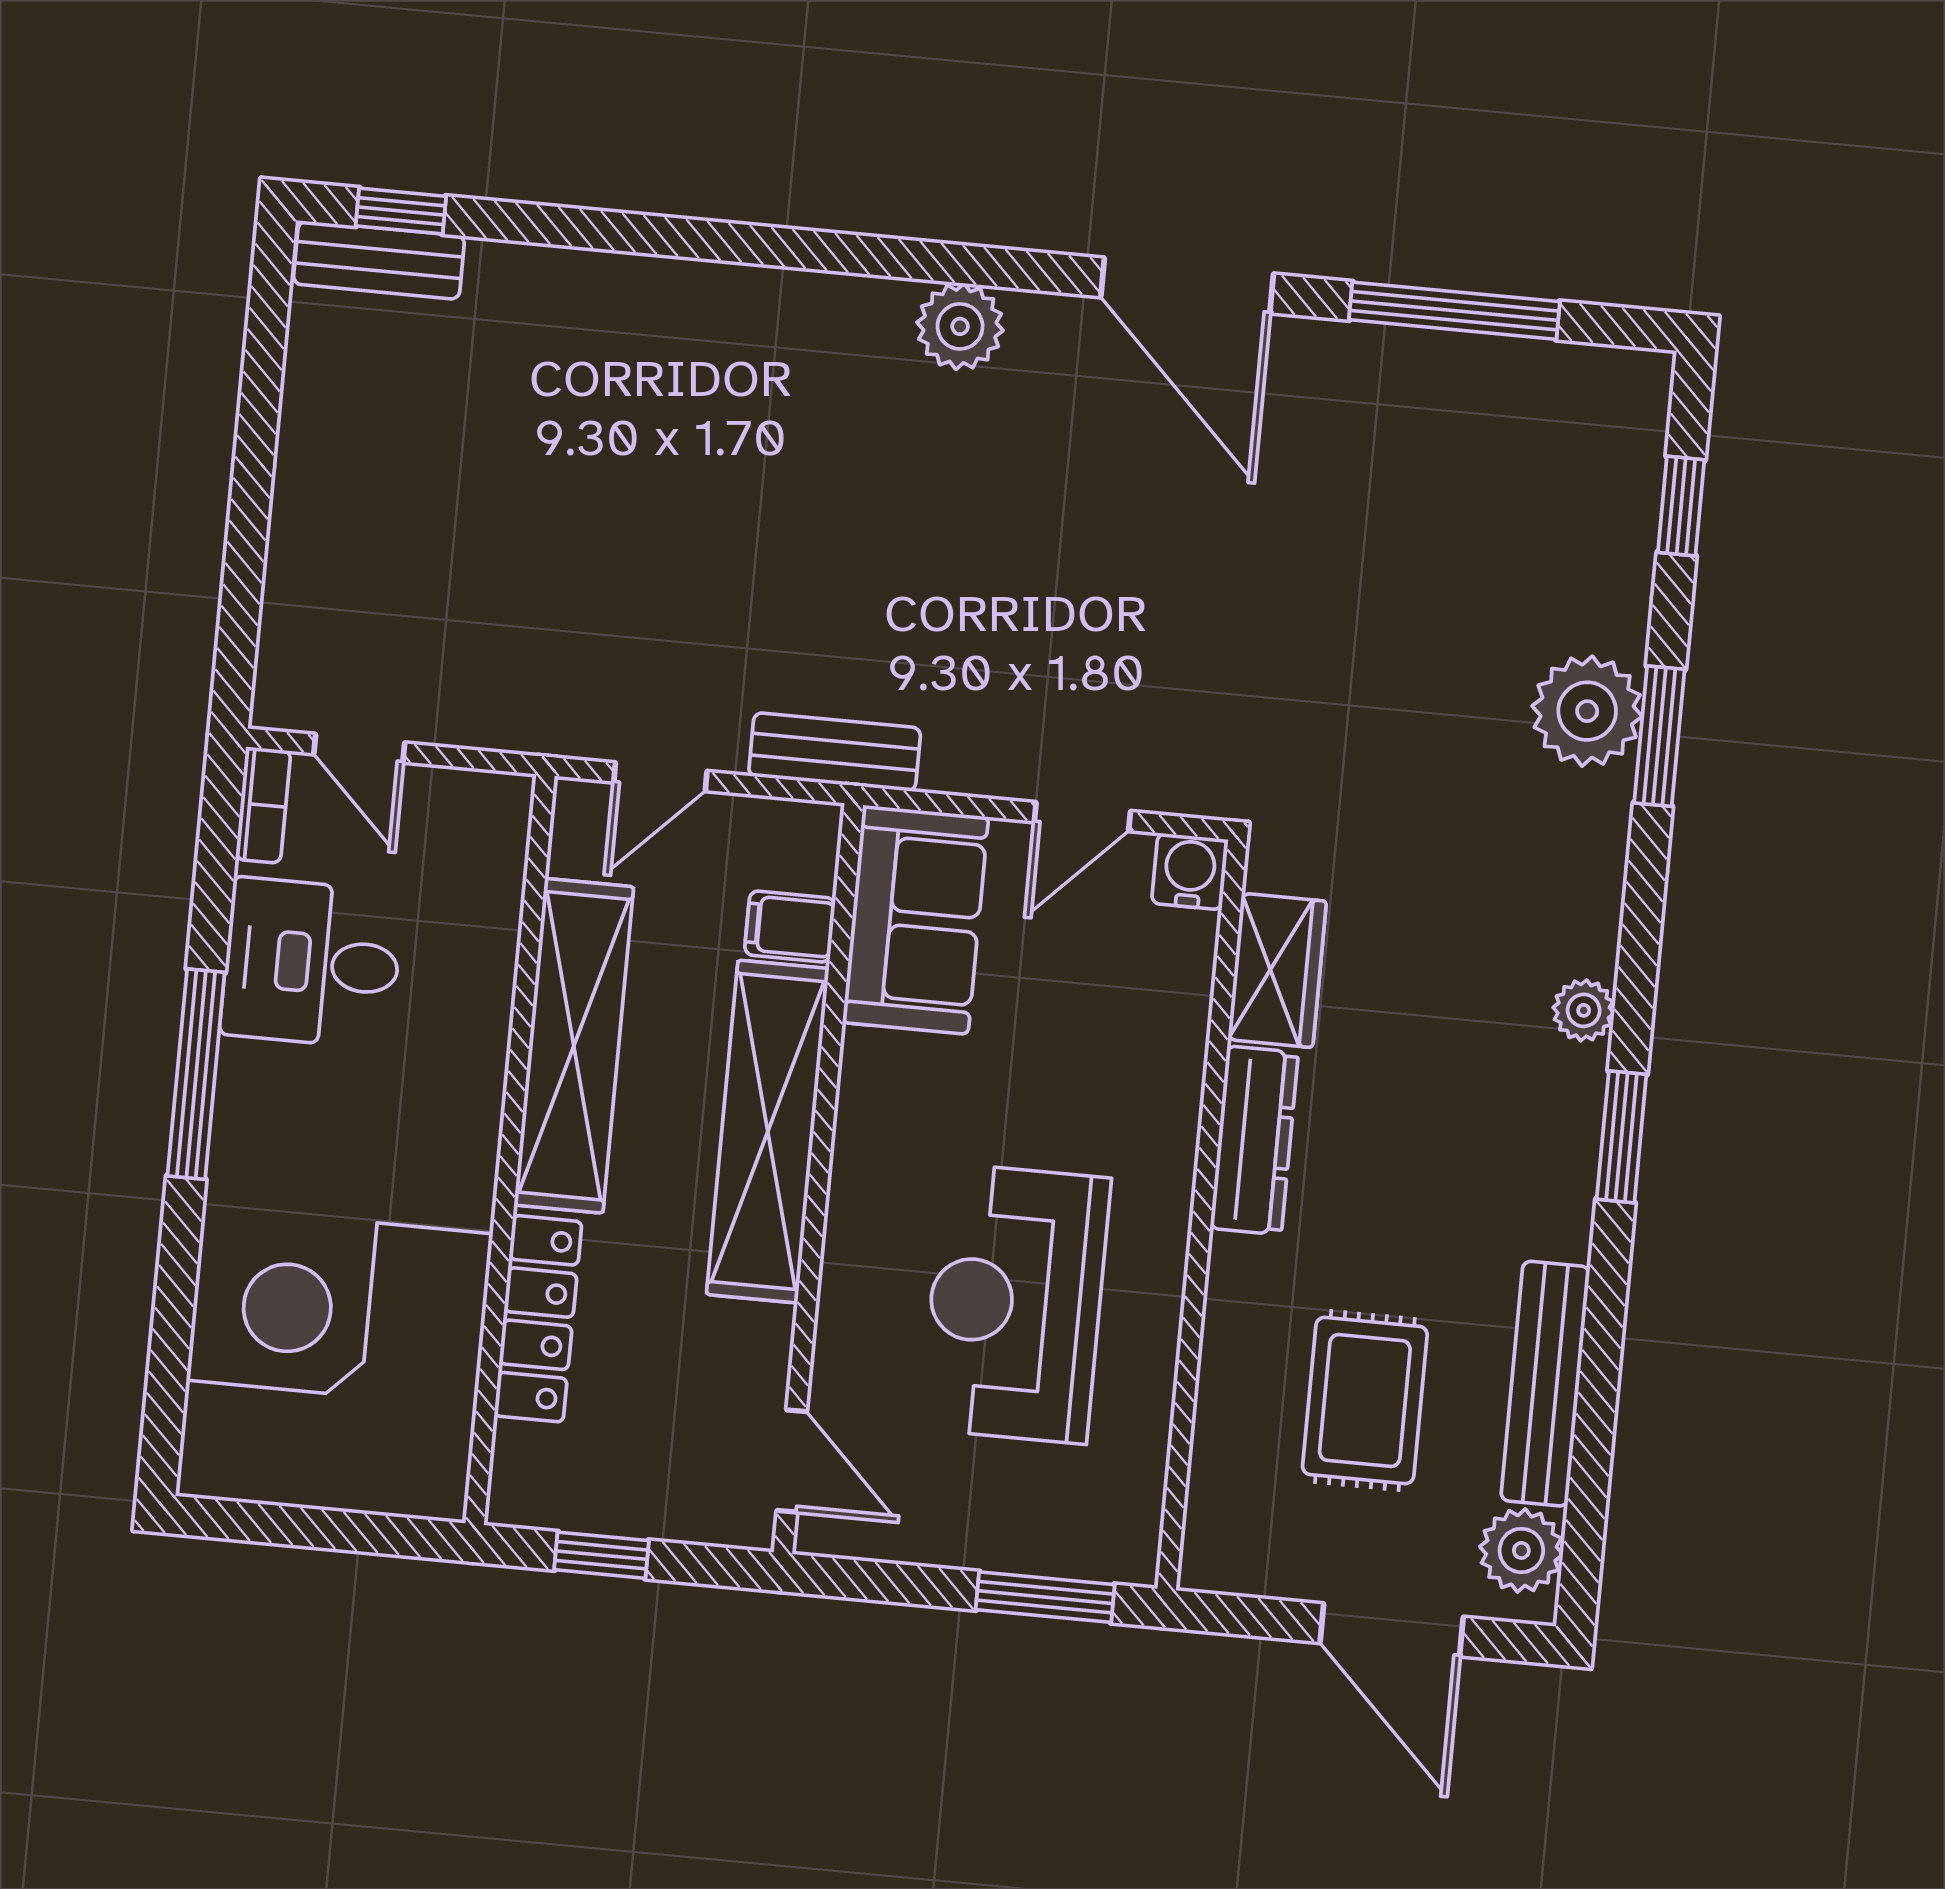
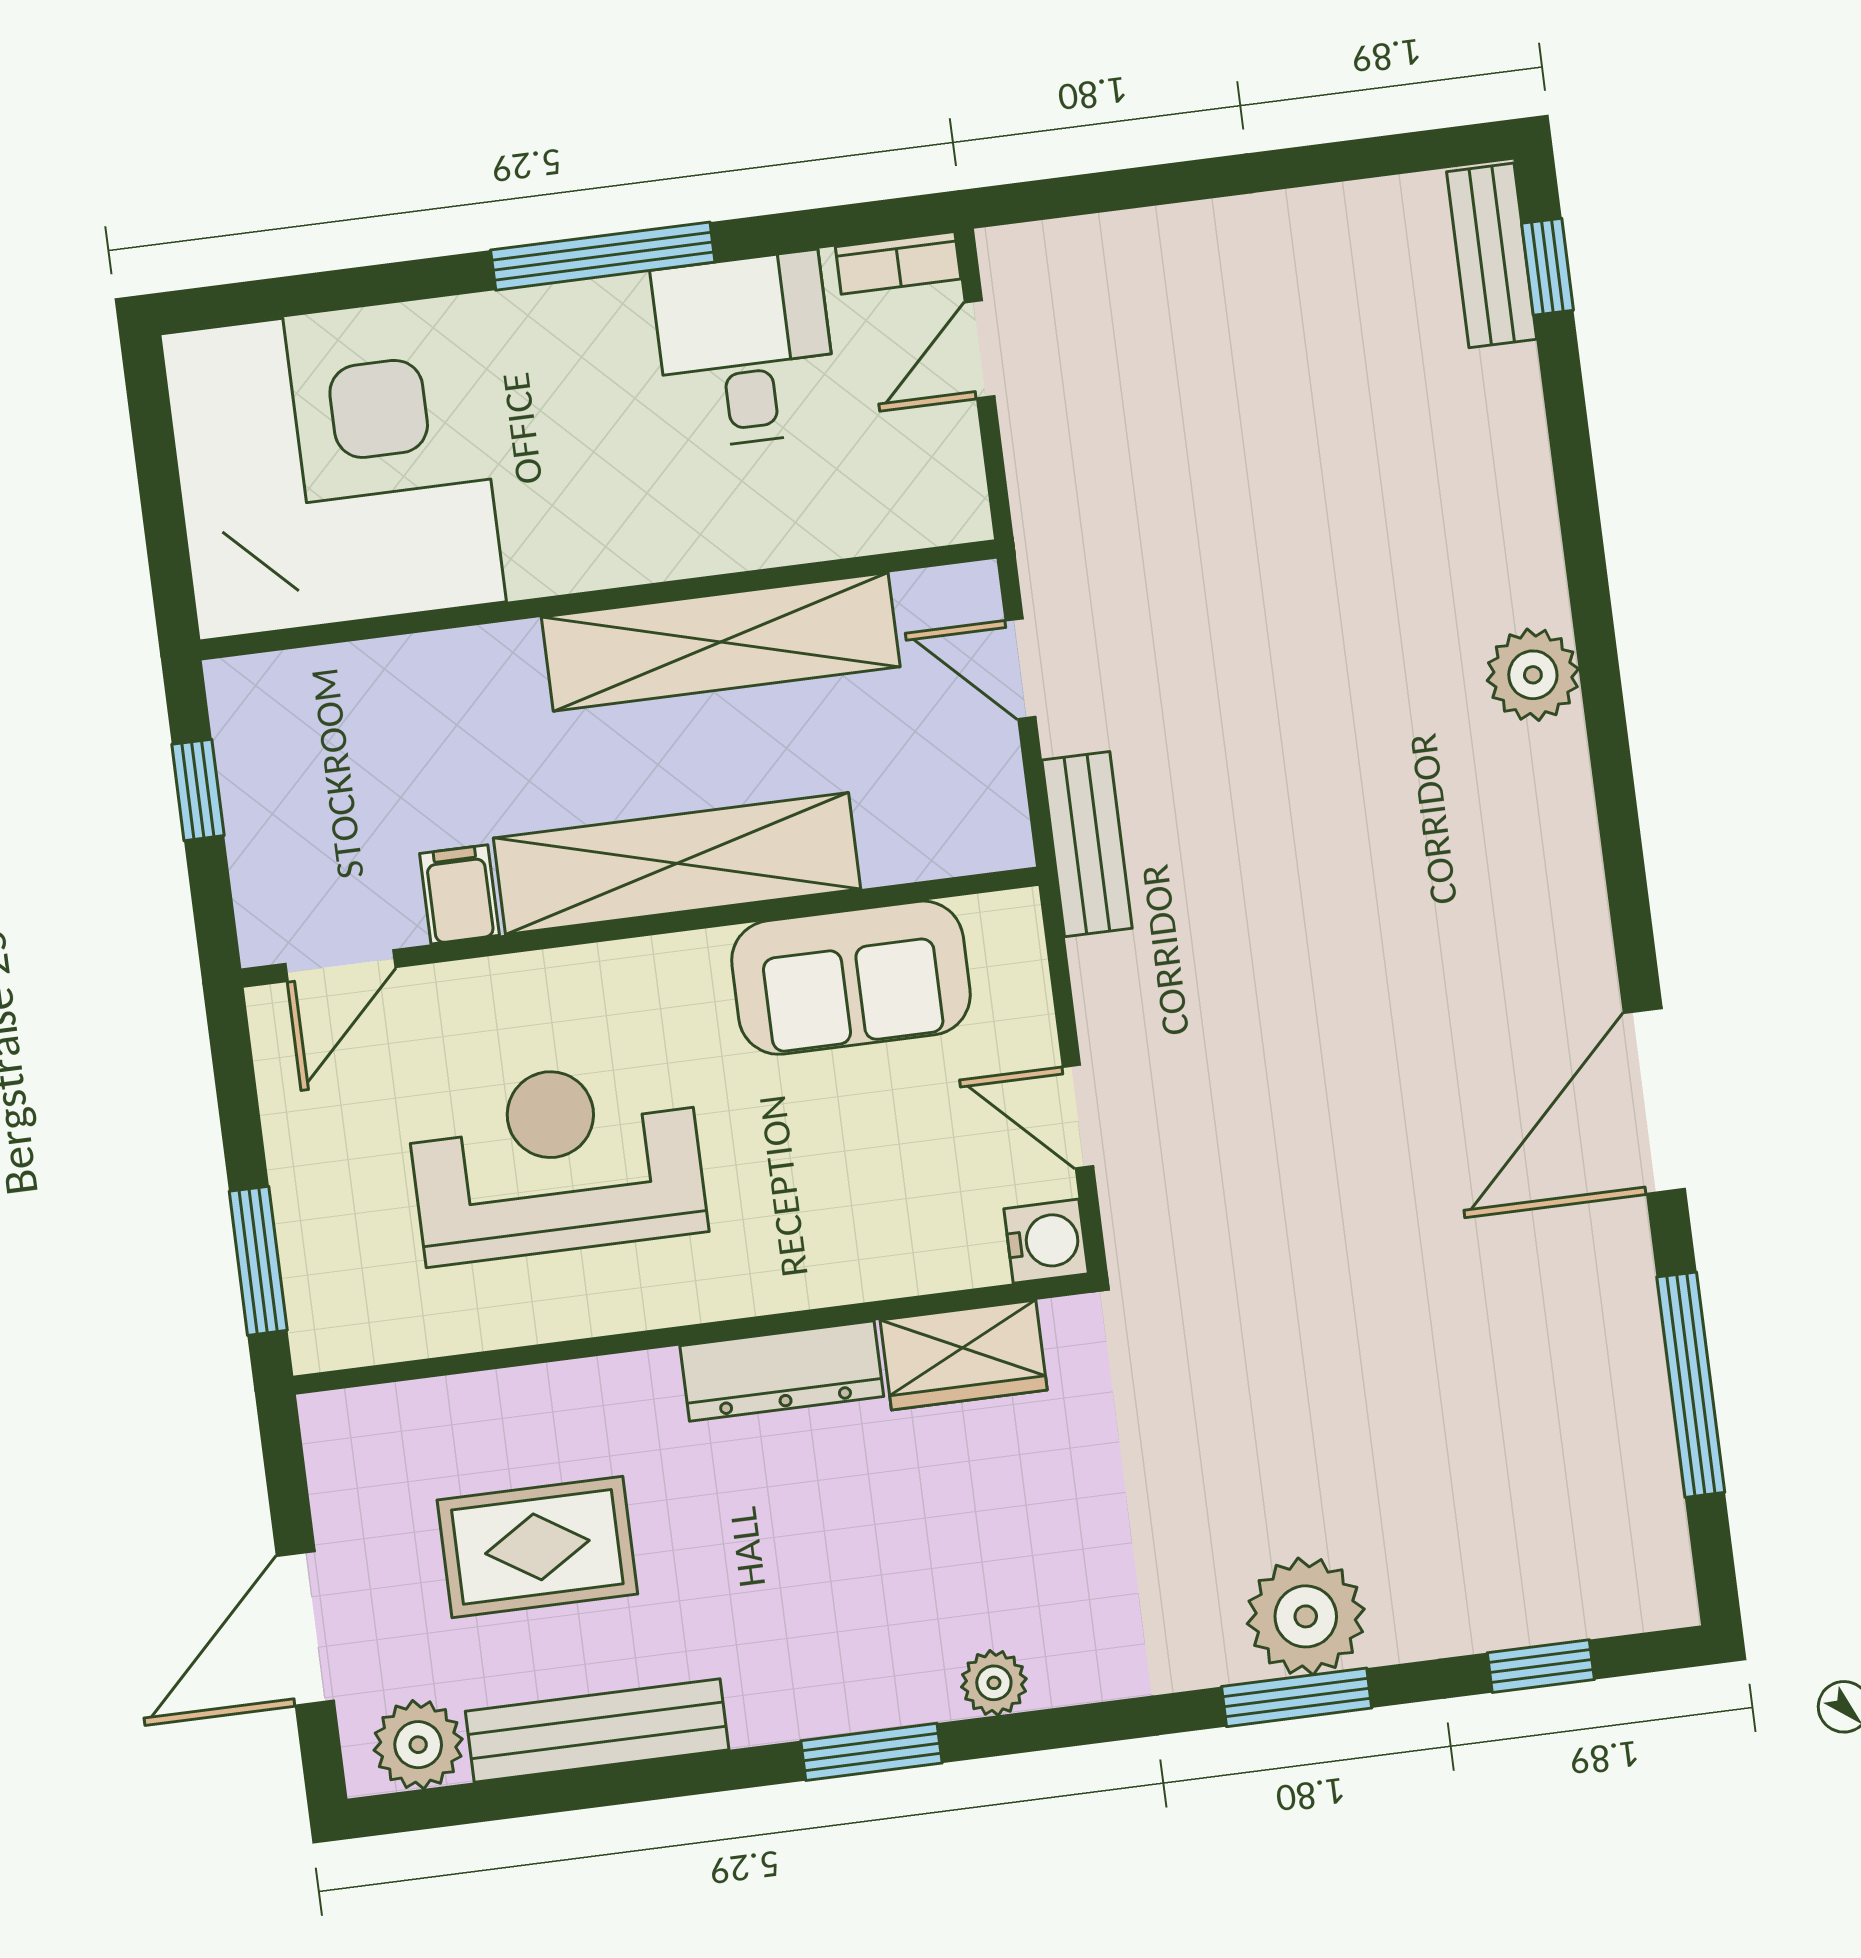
plant: (960, 326) -> (1533, 675), moved
sofa: (915, 920) -> (851, 978), moved
filing cabinet: (790, 926) -> (459, 894), moved
locker: (538, 1319) -> (429, 669), removed

